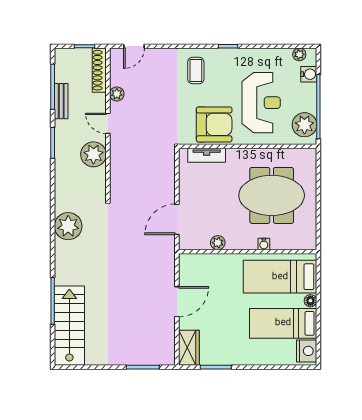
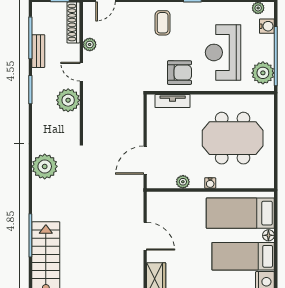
reception desk: (261, 103) -> (223, 52), turned 180
armchair: (214, 124) -> (179, 73), width x0.73, depth x0.73
water cooler: (264, 244) -> (210, 183), moved
door: (177, 302) -> (145, 236), hinge flipped

